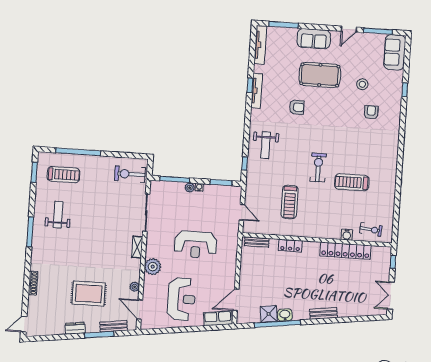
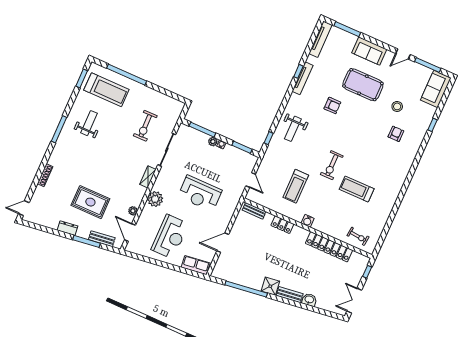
exercise bike: (318, 167) -> (332, 165), turned 180
exercise bike: (130, 174) -> (145, 126), moved, turned -91
treadmill: (63, 175) -> (106, 90), width x1.37, depth x1.38
water cooler: (347, 235) -> (308, 221), moved
door: (236, 300) -> (223, 243), moved
shower: (269, 314) -> (270, 286), moved
washbasin: (285, 315) -> (309, 300), moved

